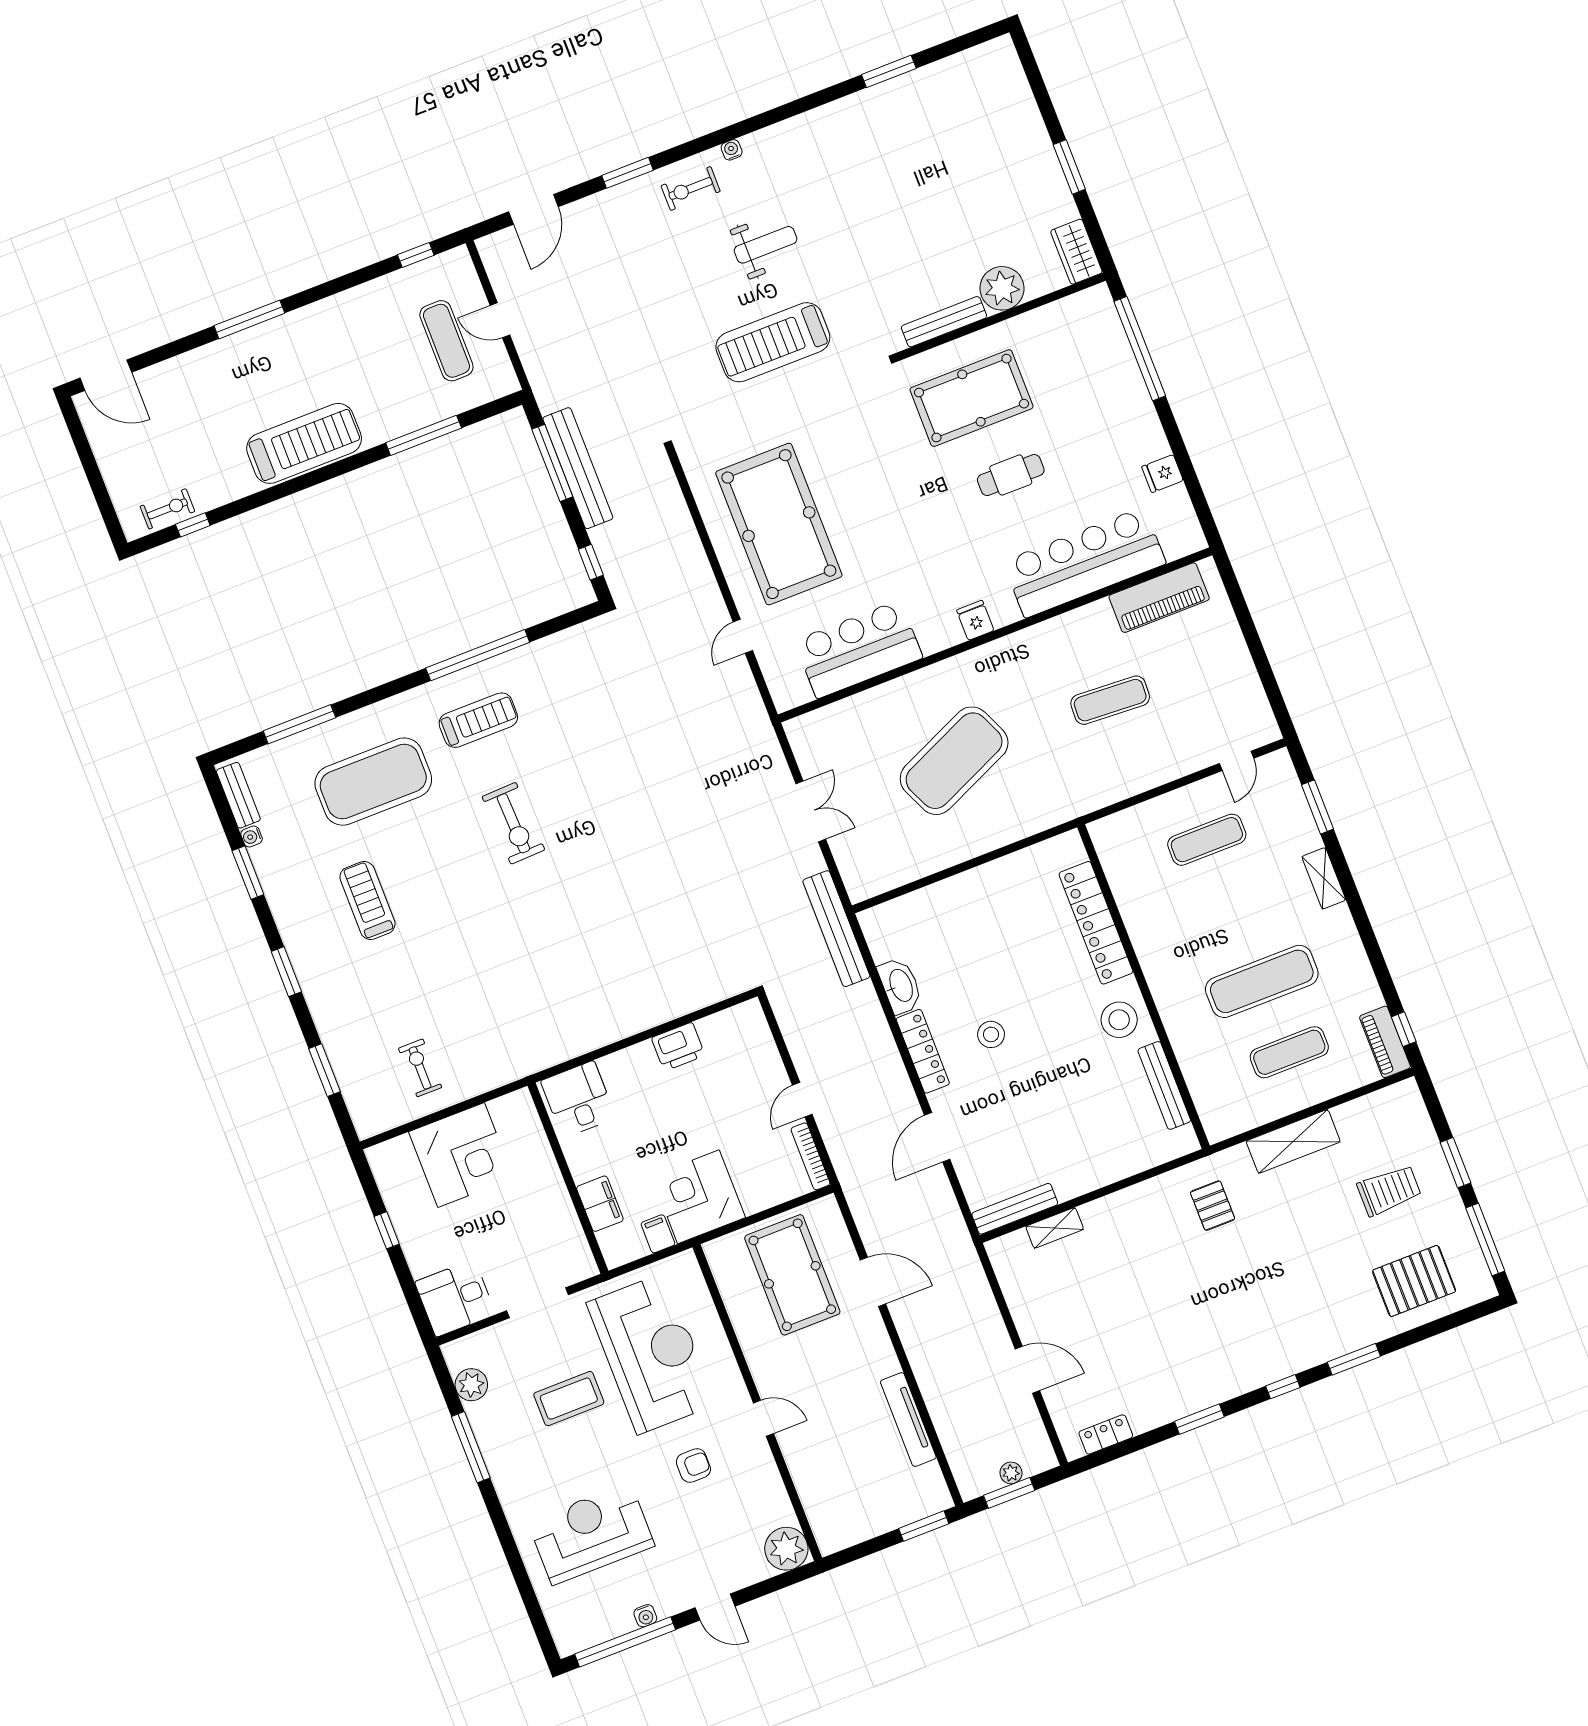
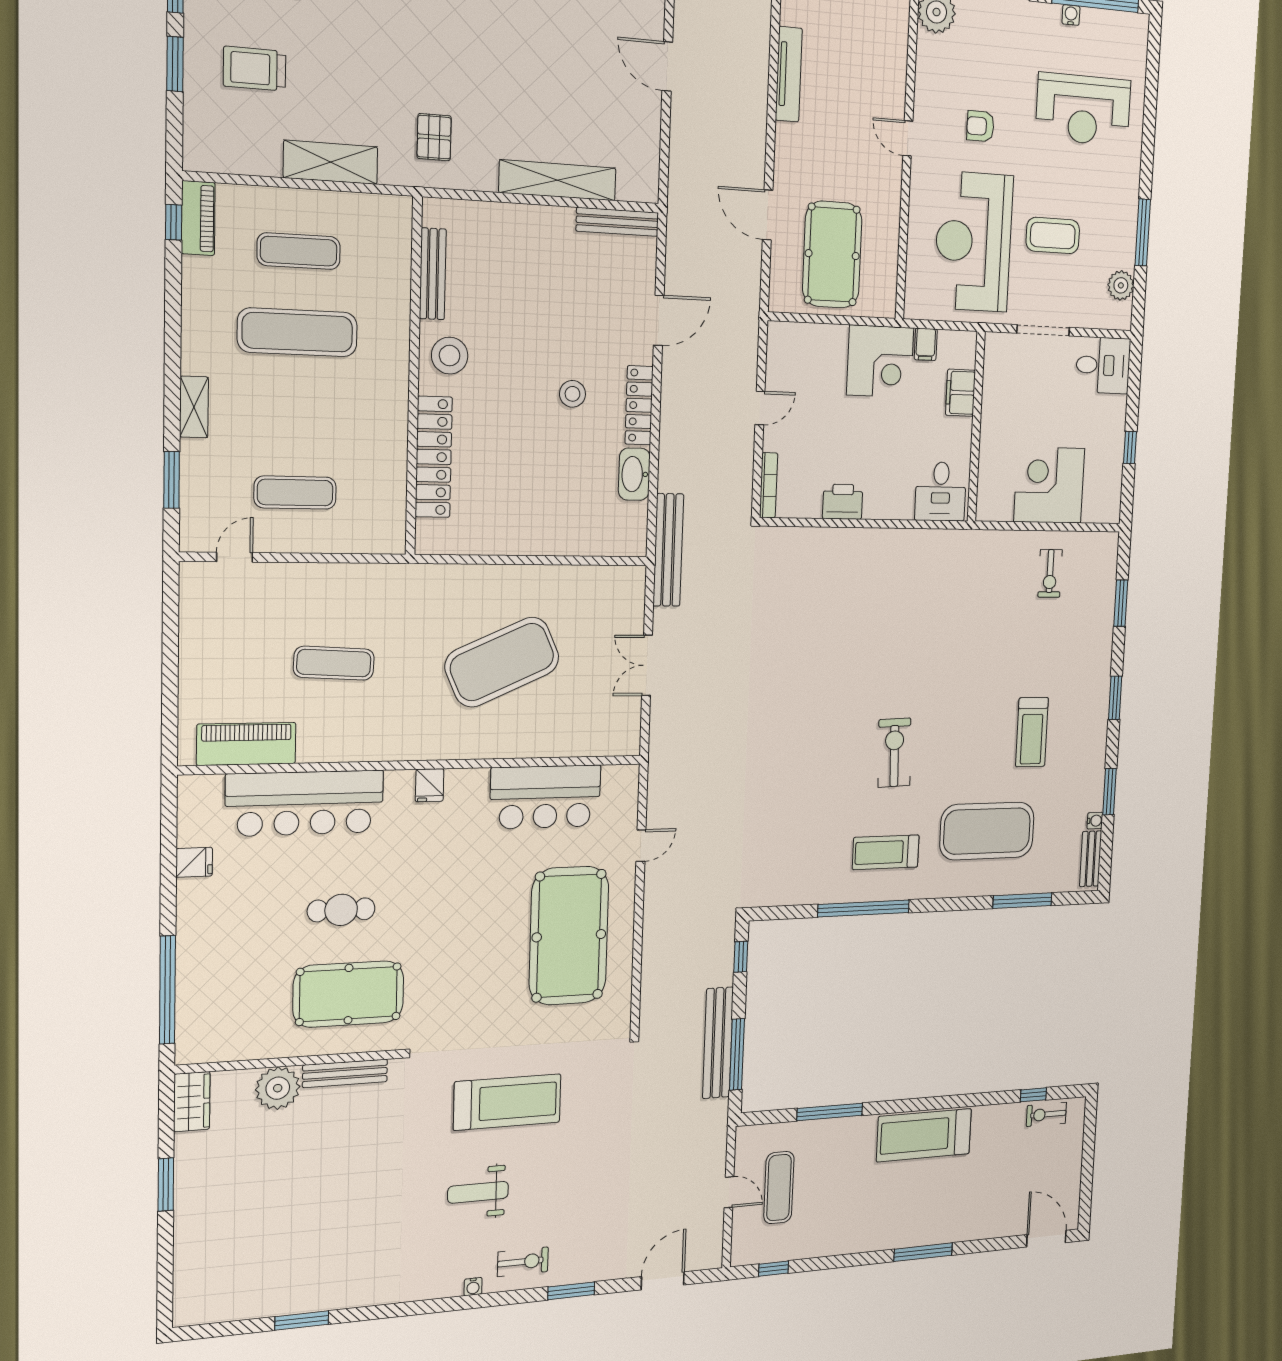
bookcase: (811, 1156) -> (769, 485), moved
shelving: (1055, 1228) -> (558, 180), width x2.20, depth x1.33

